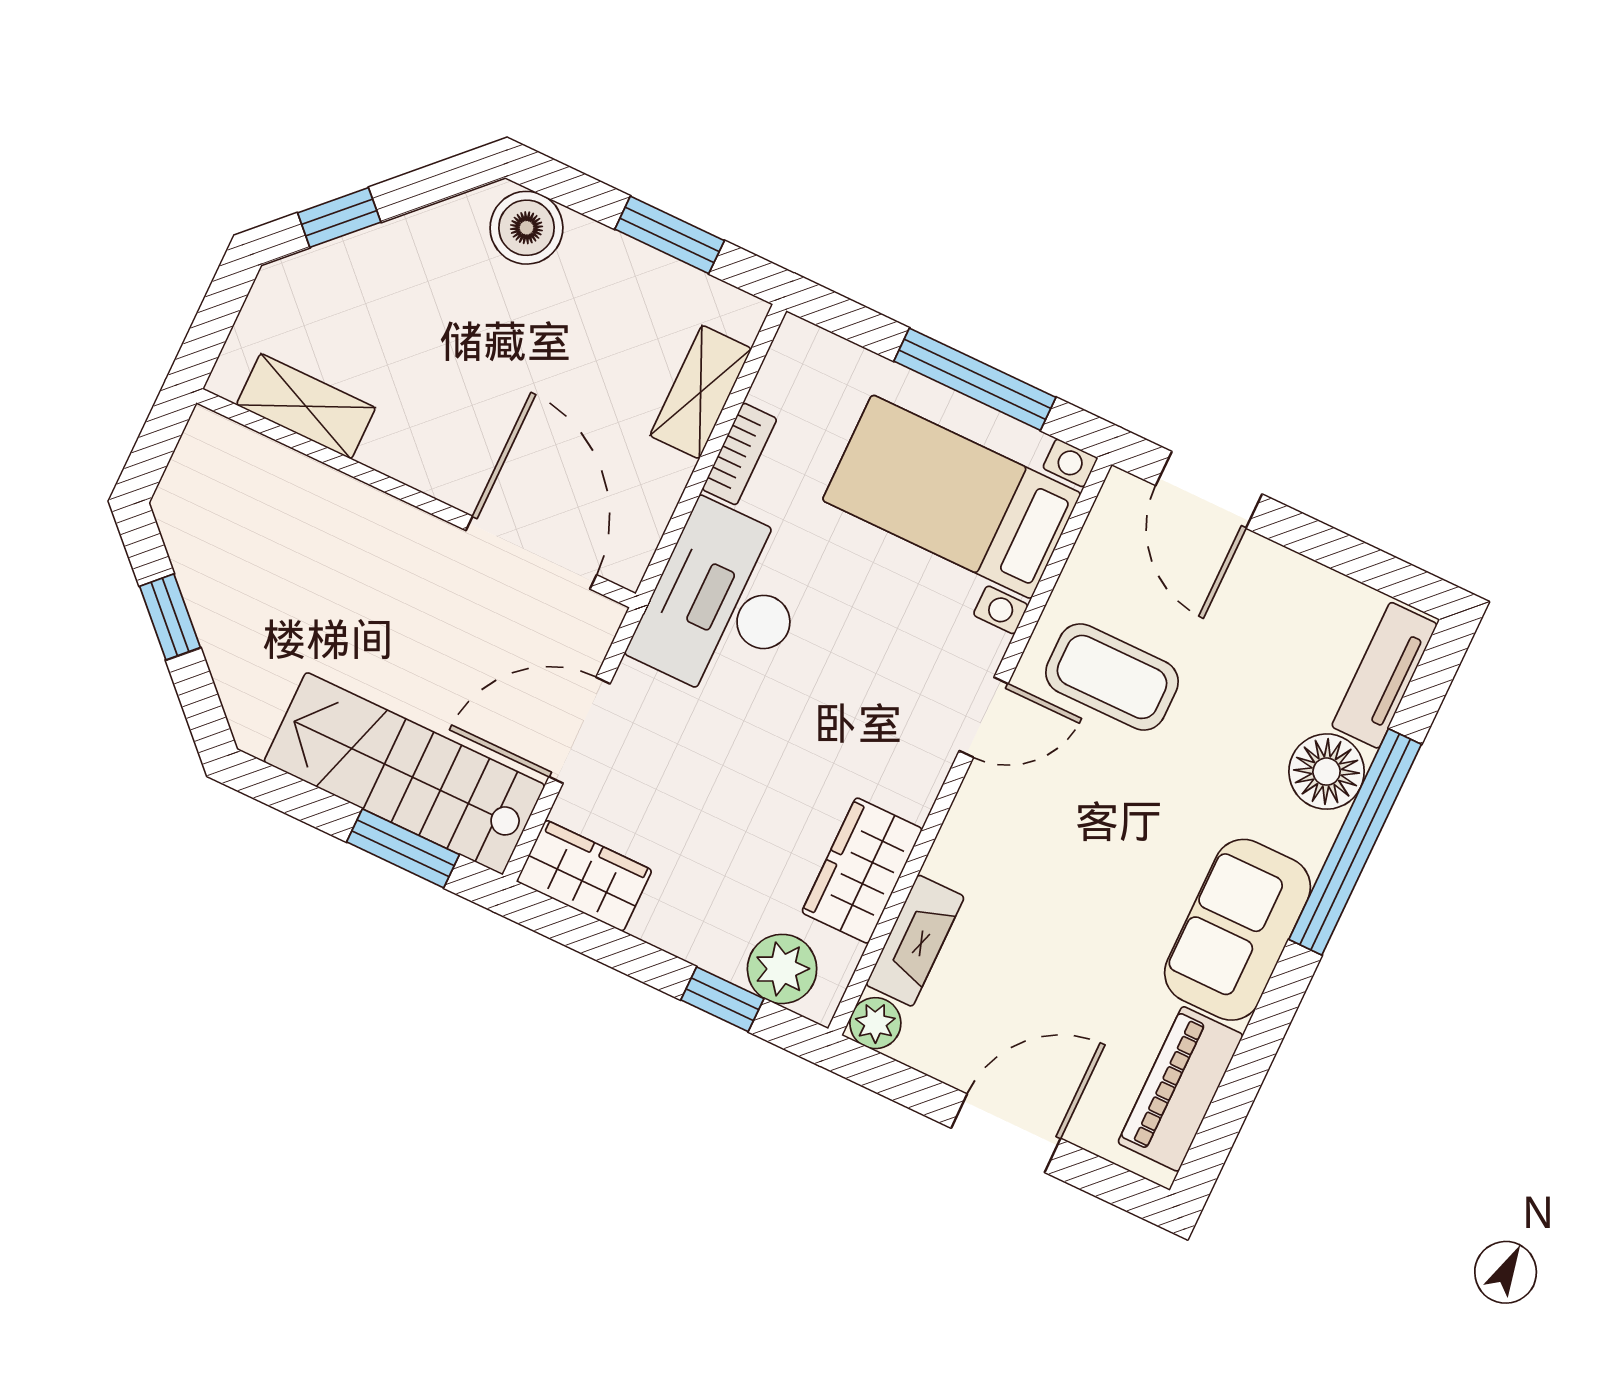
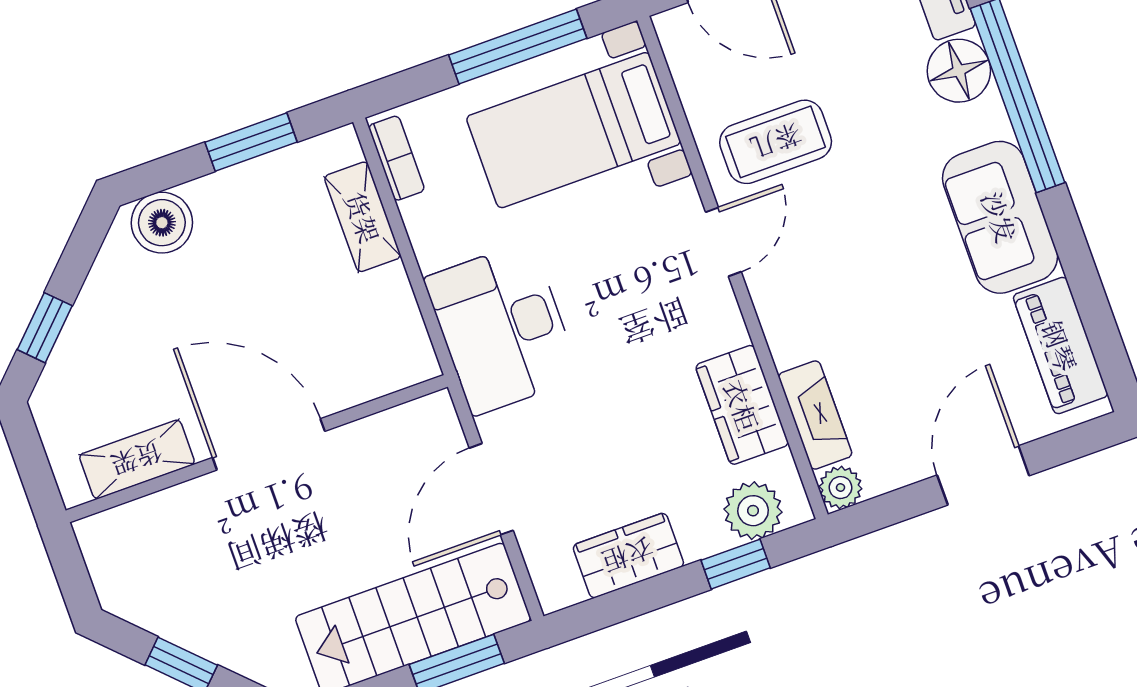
bookcase: (739, 454) -> (396, 158), moved
door: (531, 553) -> (269, 444), moved
wardrobe: (584, 876) -> (628, 556), moved

